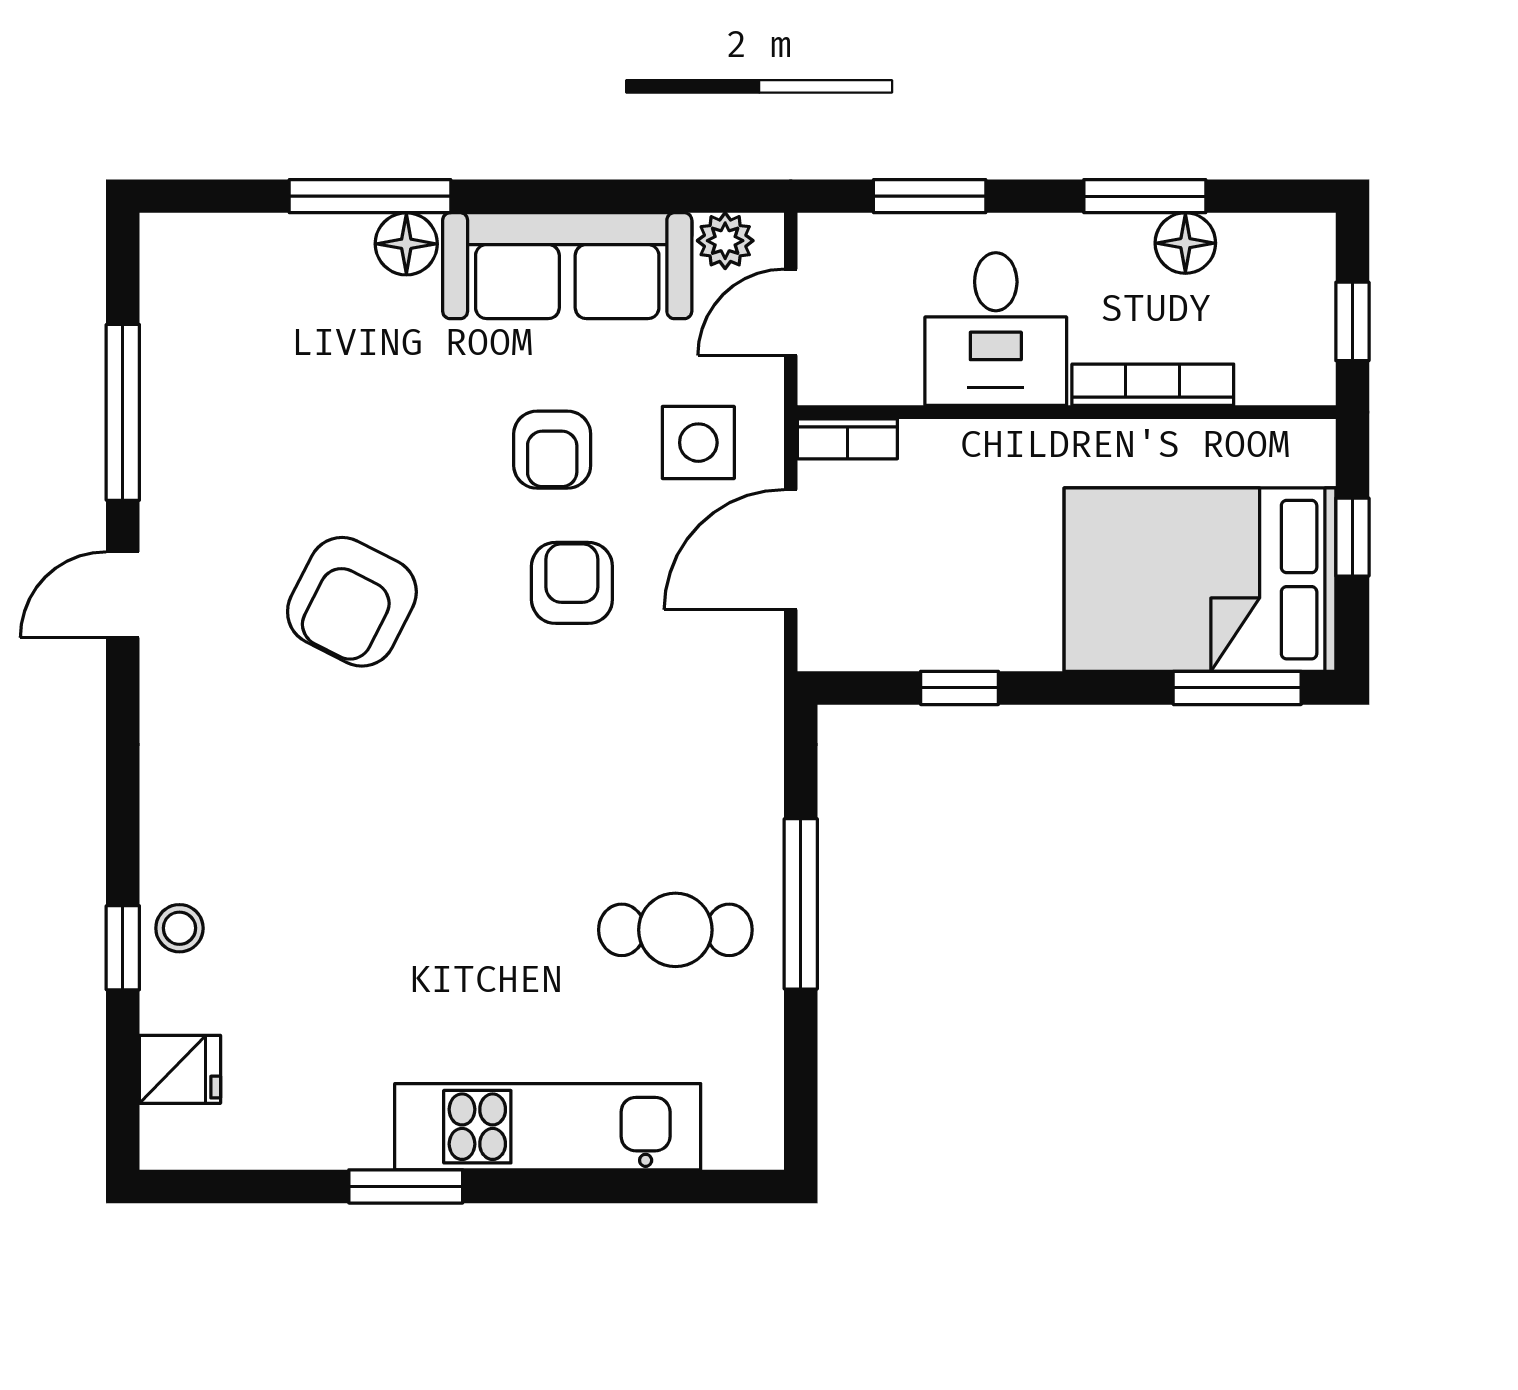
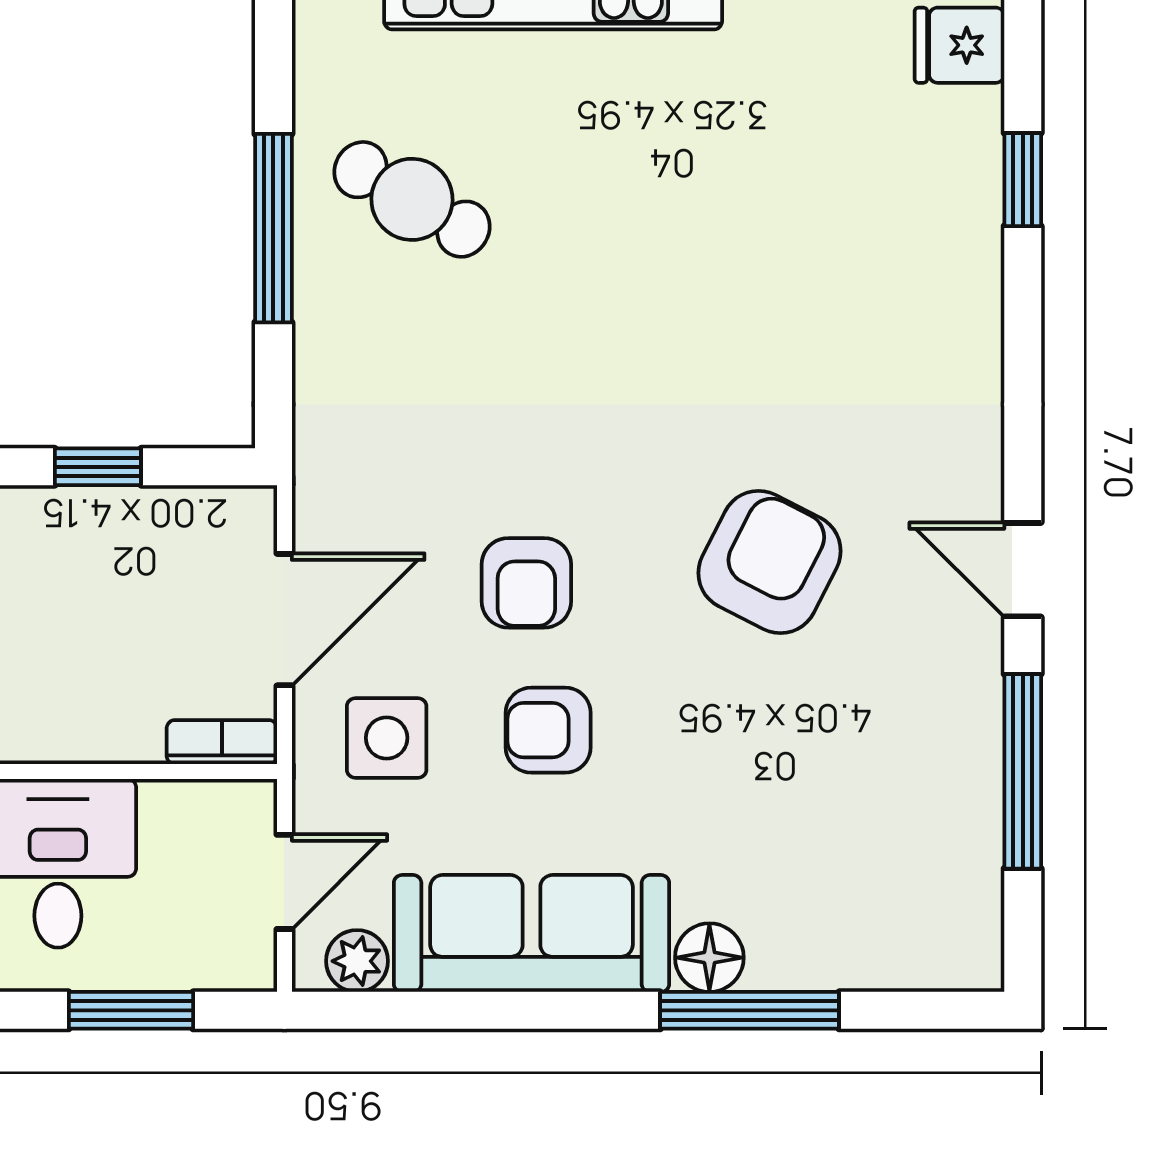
armchair: (552, 450) -> (548, 730), turned -90
door: (123, 595) -> (1023, 570), swing flipped
stool: (179, 928) -> (960, 201), removed
cafe table: (675, 930) -> (412, 199), turned 30

